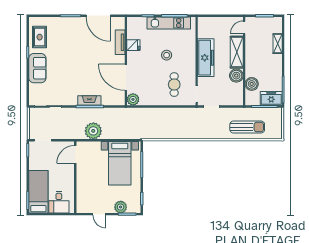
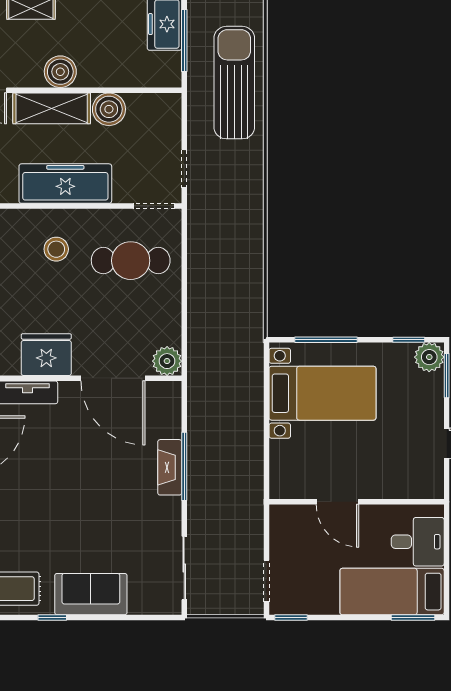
fridge: (133, 45) -> (46, 355), width x1.88, depth x1.34
stool: (167, 55) -> (56, 249), moved
door: (126, 77) -> (113, 378), hinge flipped
boiler: (252, 84) -> (60, 72), moved
cafe table: (174, 85) -> (131, 261), width x1.37, depth x1.35
sun lounger: (247, 127) -> (234, 83), width x1.36, depth x1.34
plant: (93, 131) -> (244, 458), removed
door: (75, 154) -> (337, 502), moved
plant: (121, 207) -> (429, 357), moved

